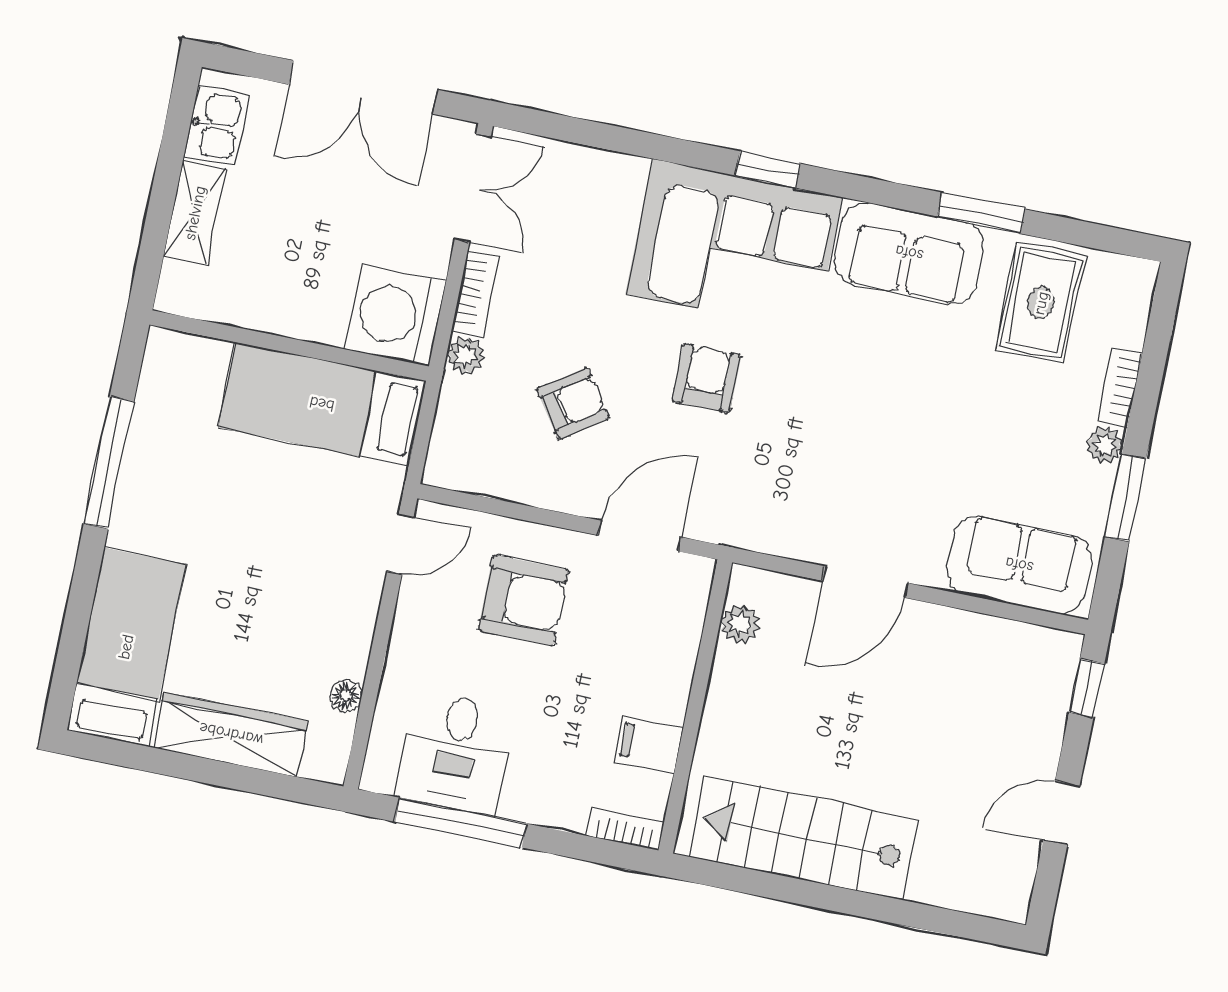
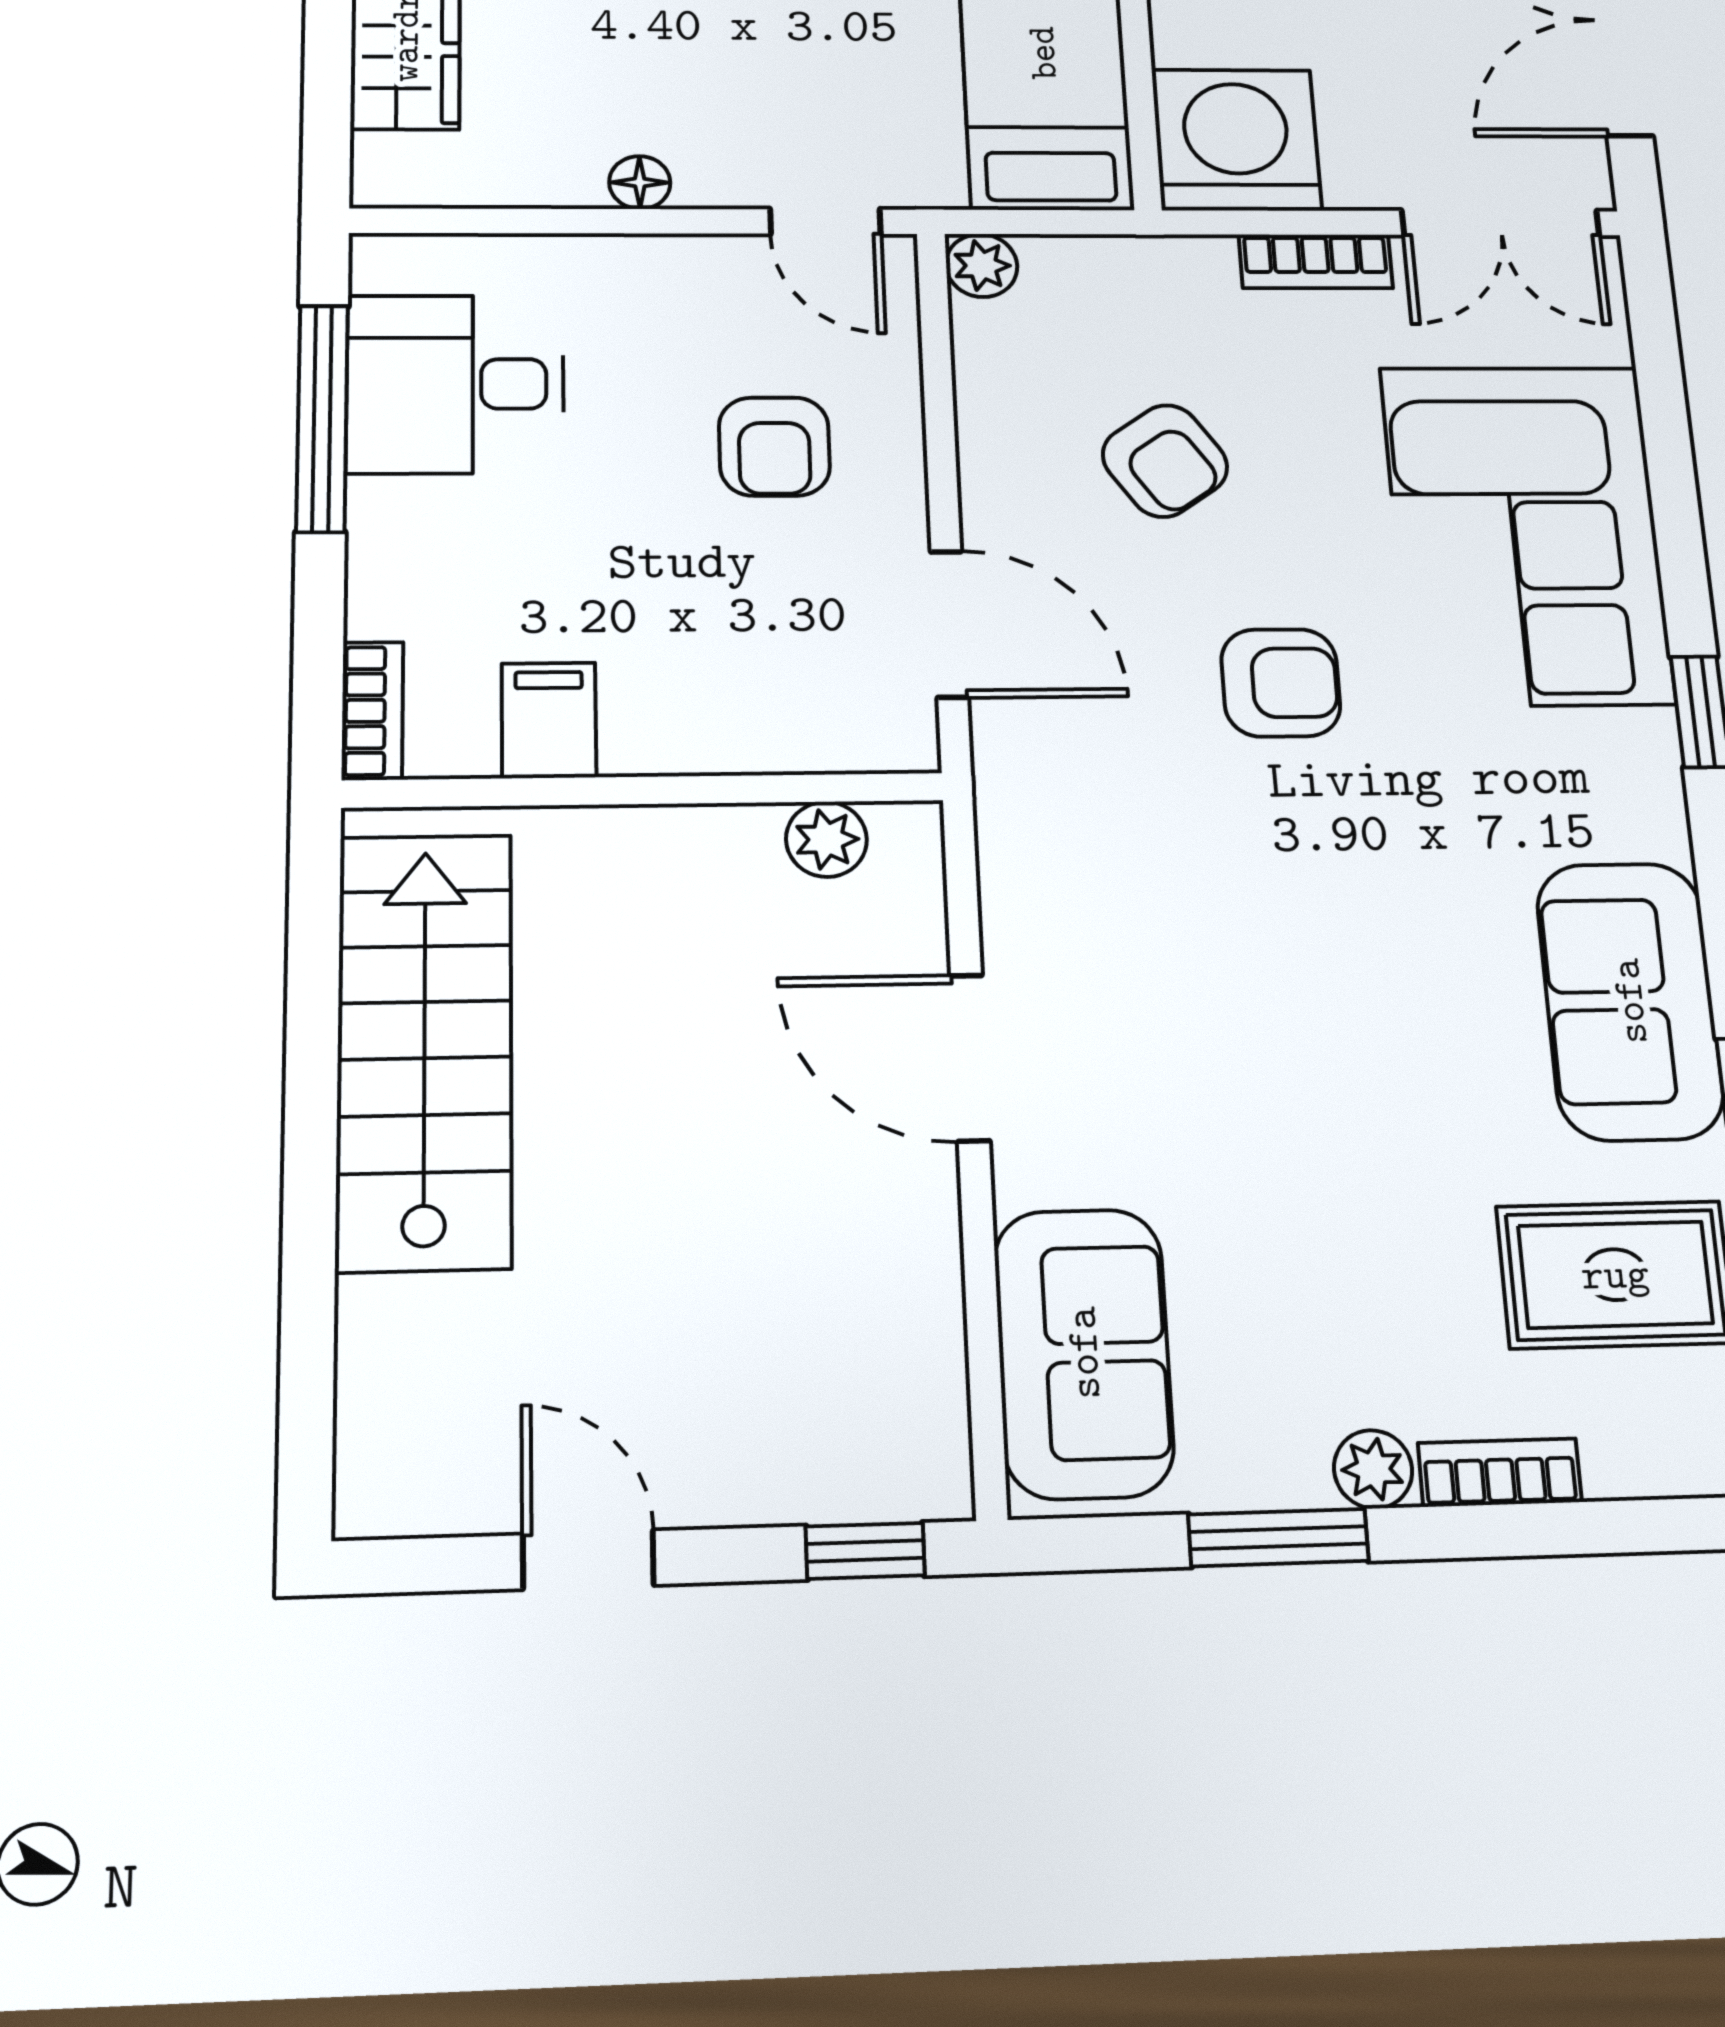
corner sofa: (734, 246) -> (1526, 534), moved
plant: (465, 356) -> (982, 266), moved
armchair: (524, 600) -> (774, 446), width x0.72, depth x0.72
floor lamp: (346, 696) -> (640, 182), moved

